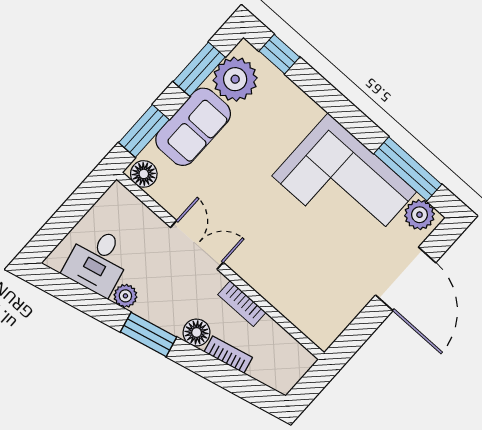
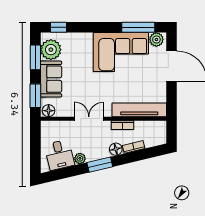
tv unit: (291, 303) -> (139, 110), added

